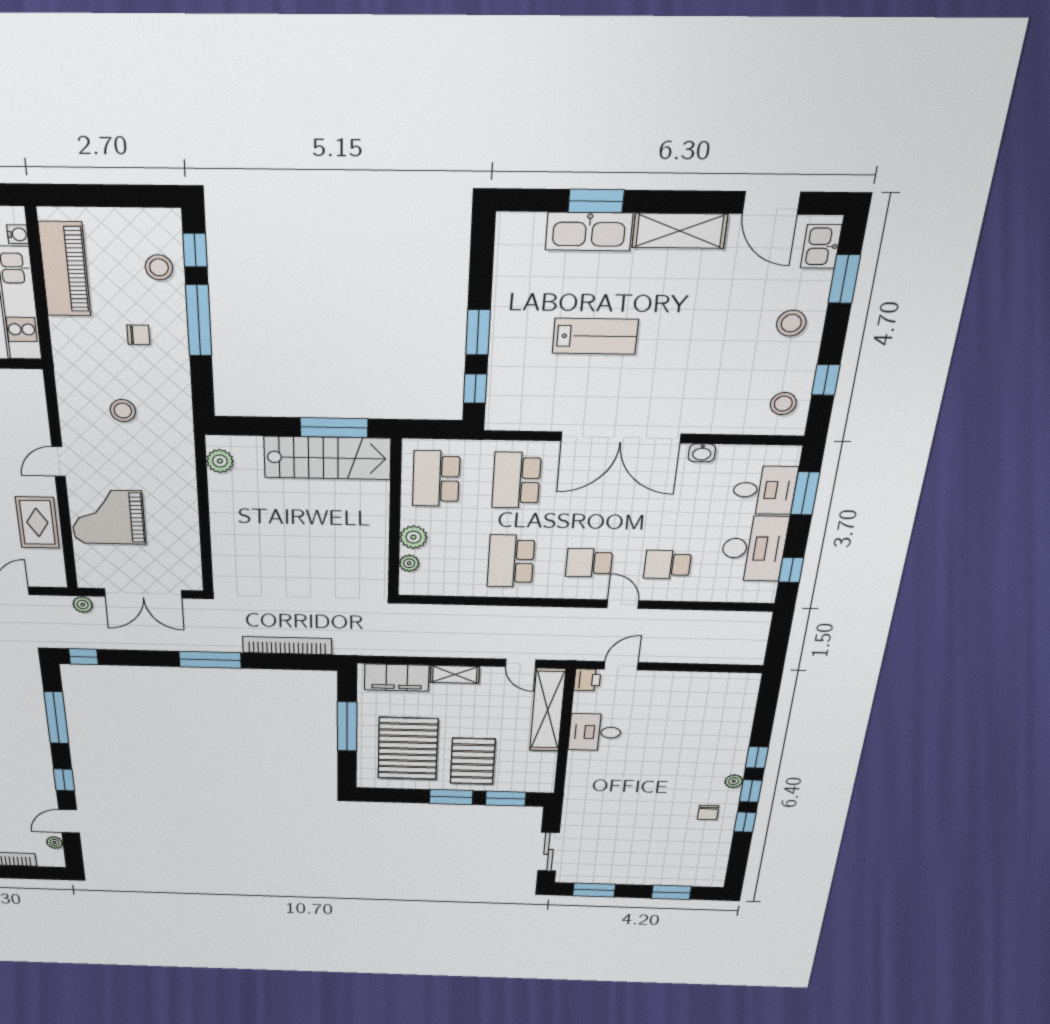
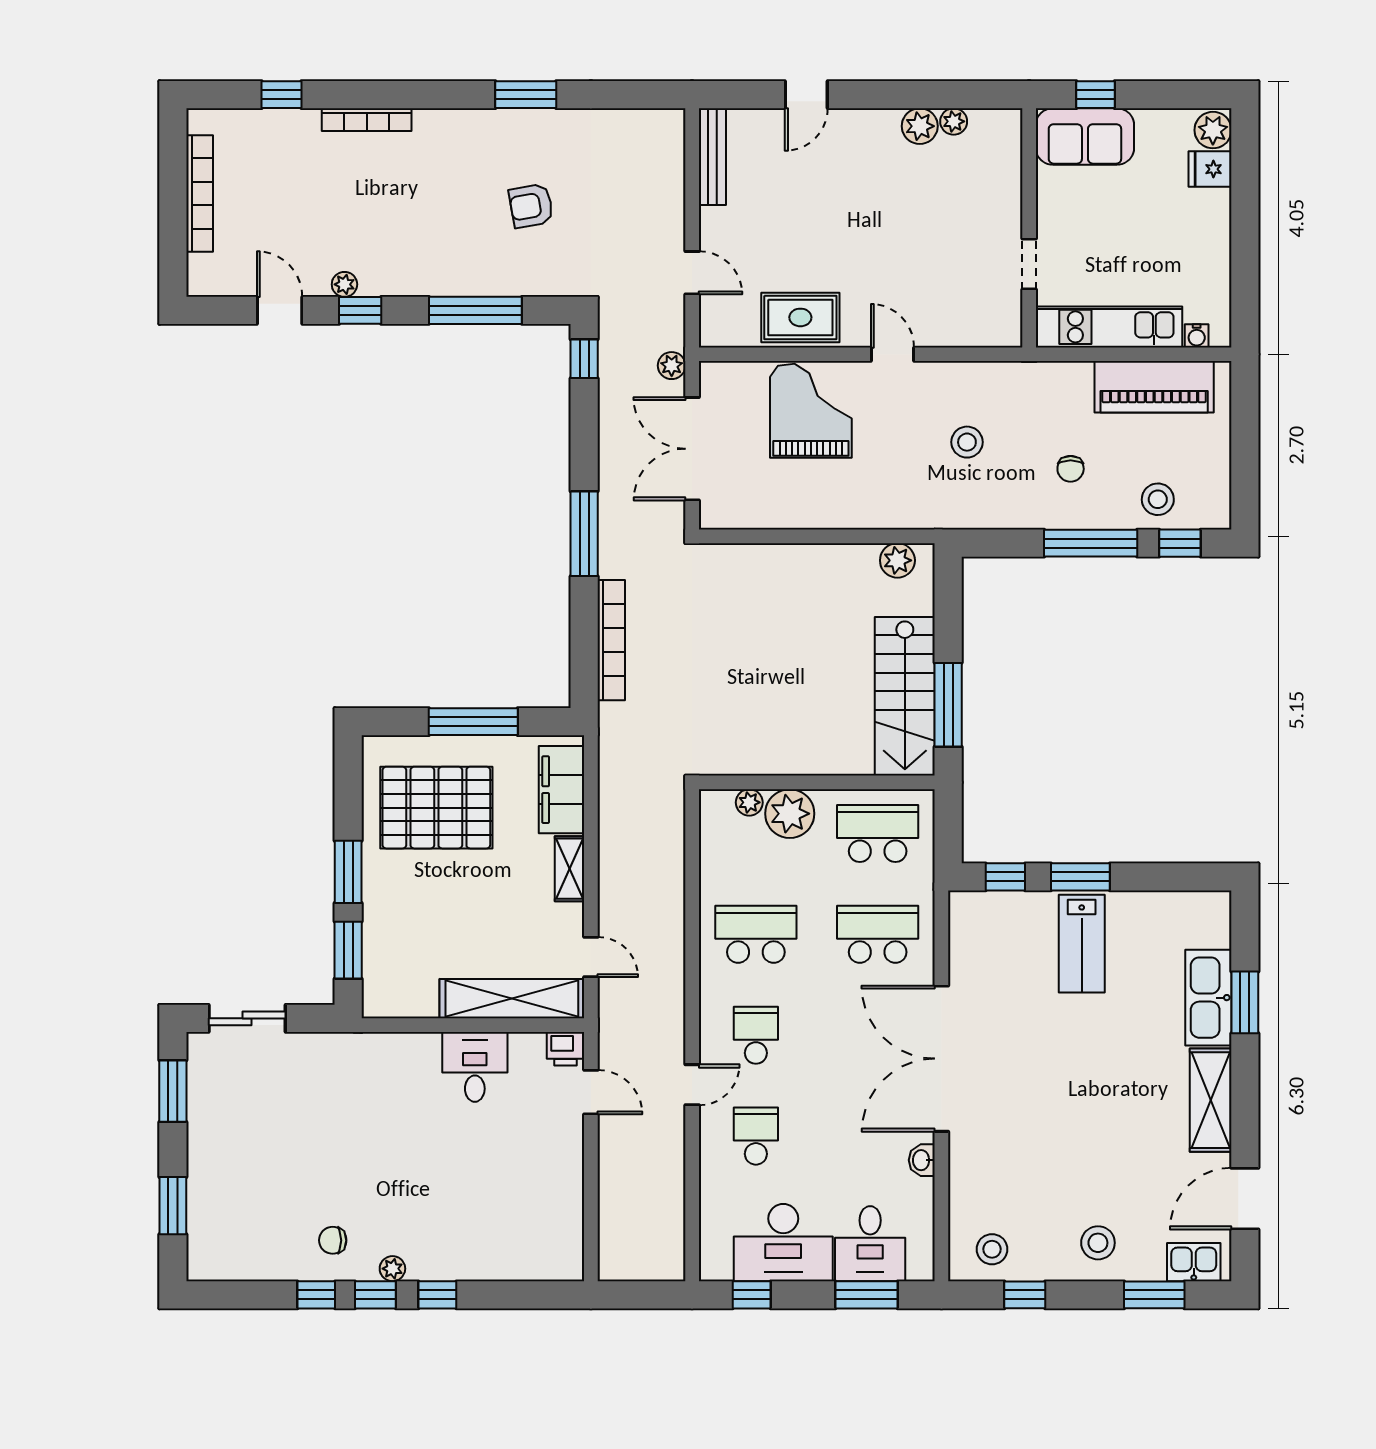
lab bench: (595, 336) -> (1082, 944), moved
plant: (413, 537) -> (790, 814), width x1.36, depth x1.36
door: (521, 663) -> (591, 957), swing flipped
pallet: (473, 761) -> (416, 900), removed
plant: (55, 843) -> (344, 284), moved

